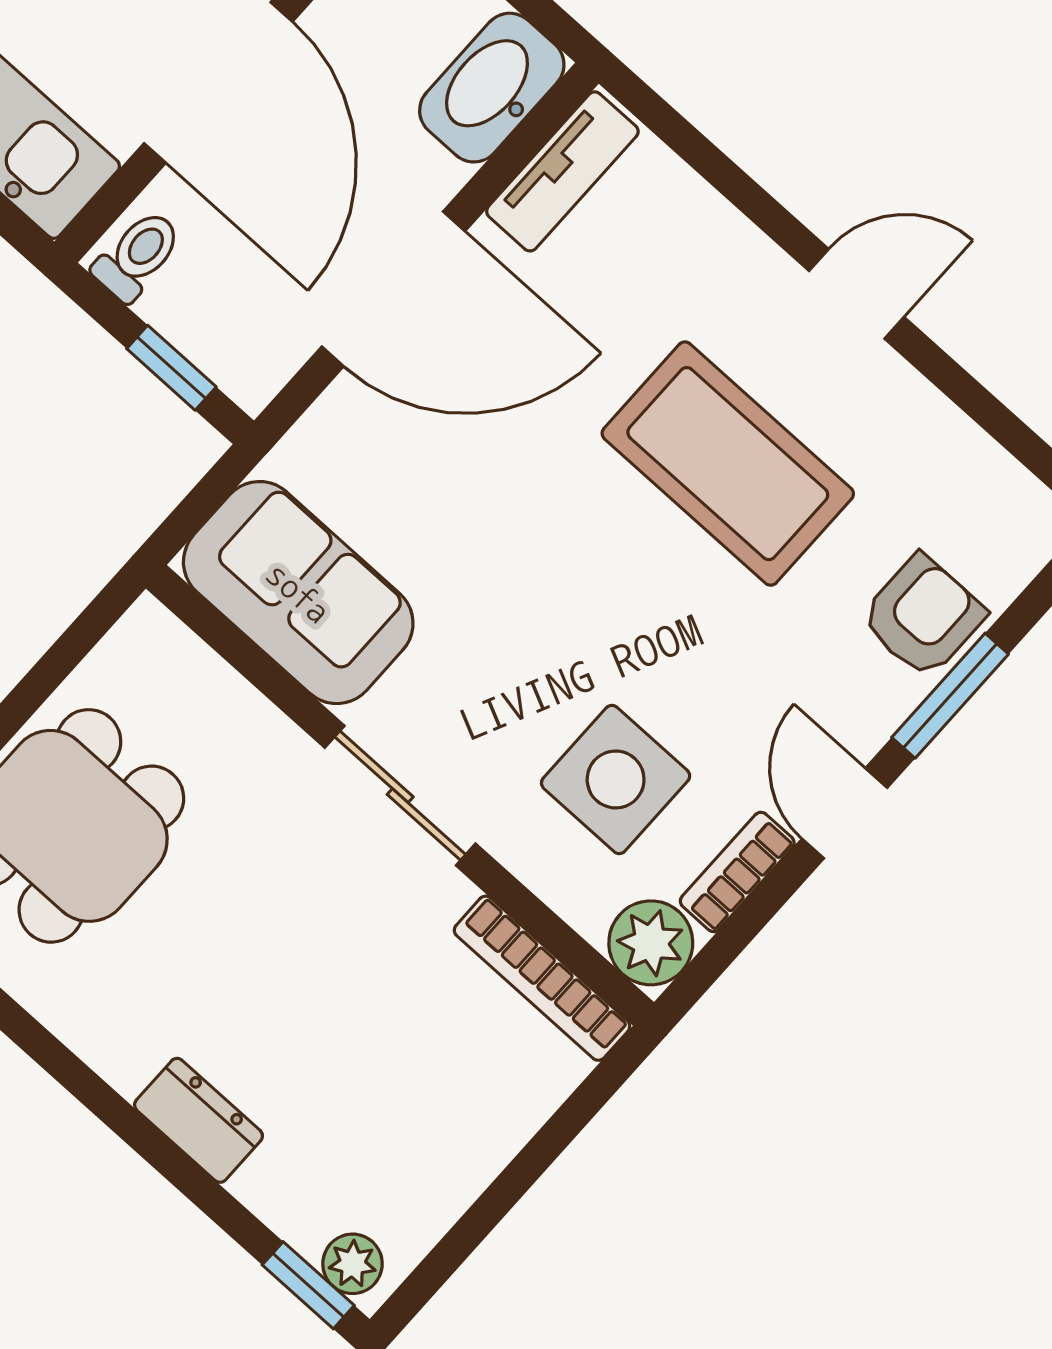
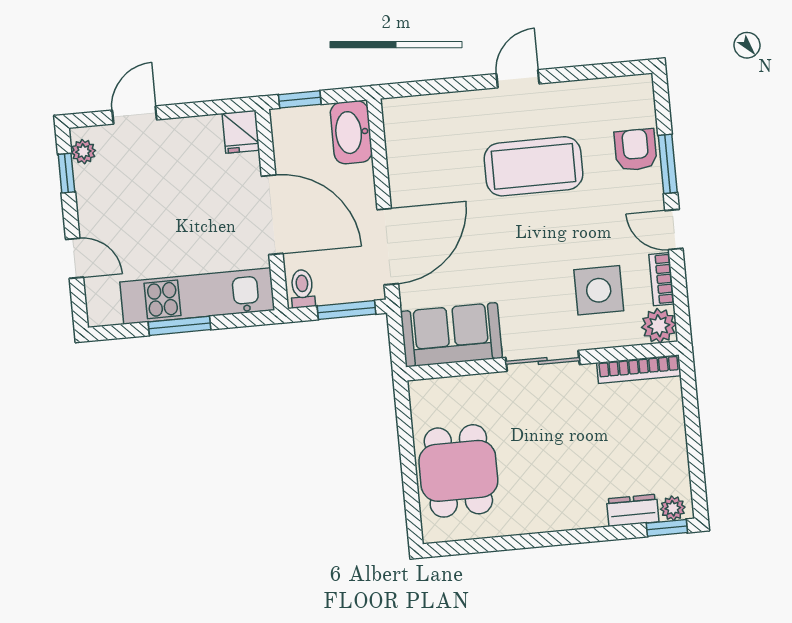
tv unit: (562, 171) -> (397, 134), removed
door: (393, 289) -> (388, 247), moved
window: (171, 368) -> (346, 310), width x1.50
dresser: (199, 1120) -> (633, 510), moved

